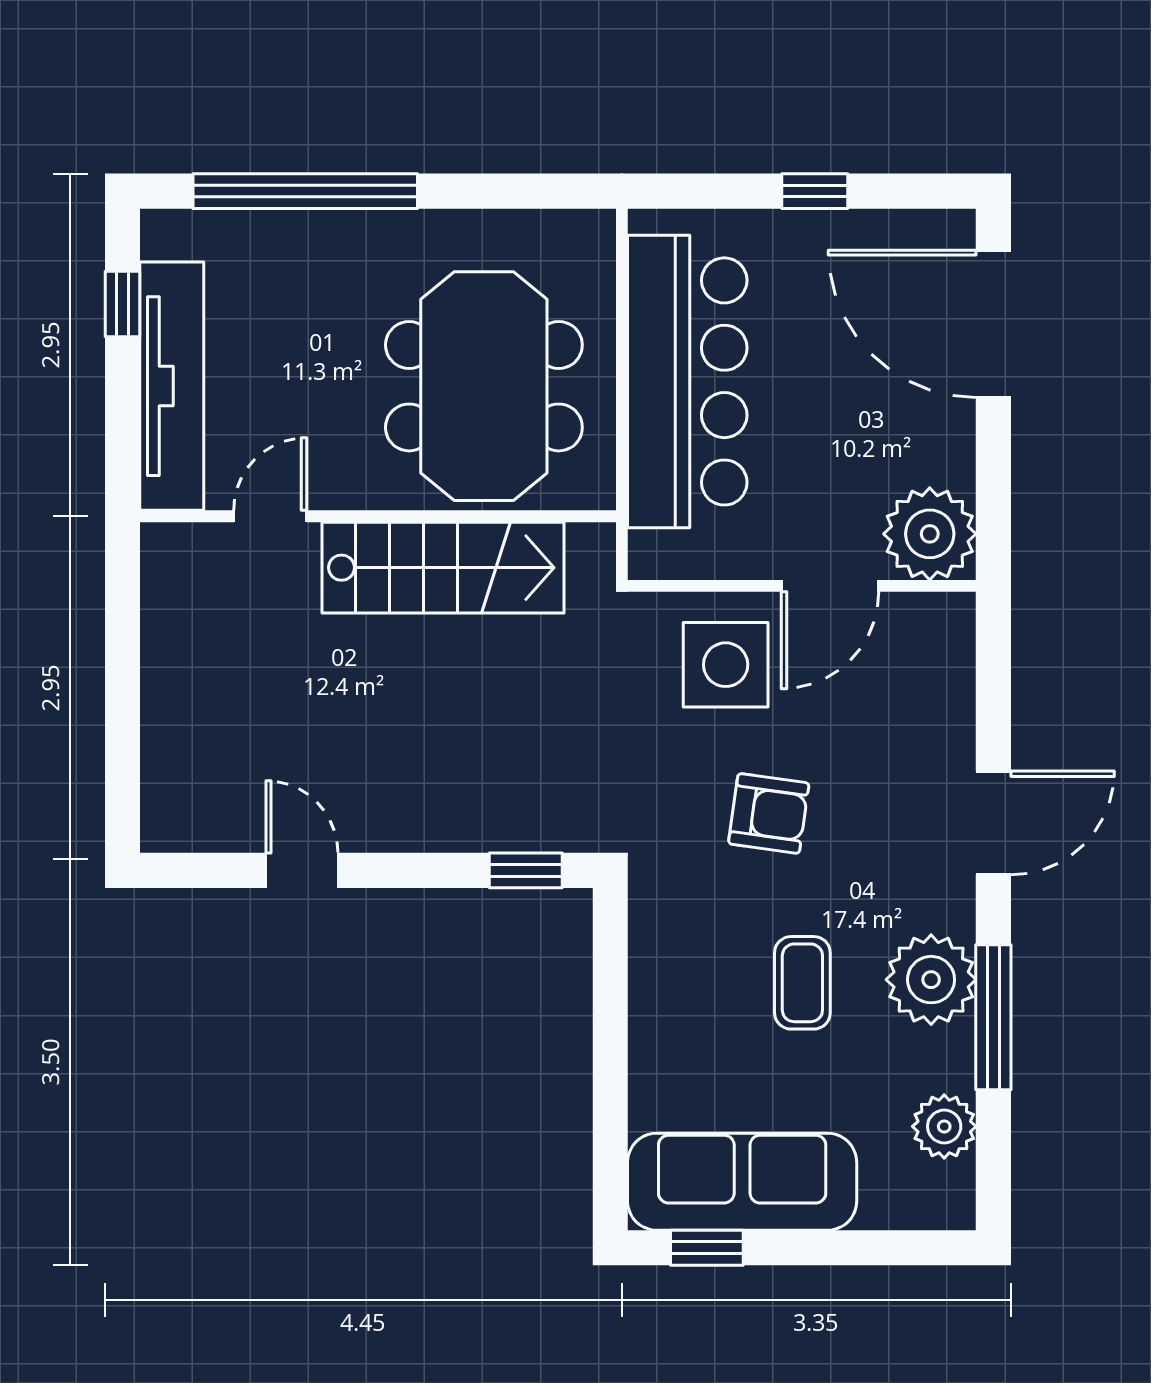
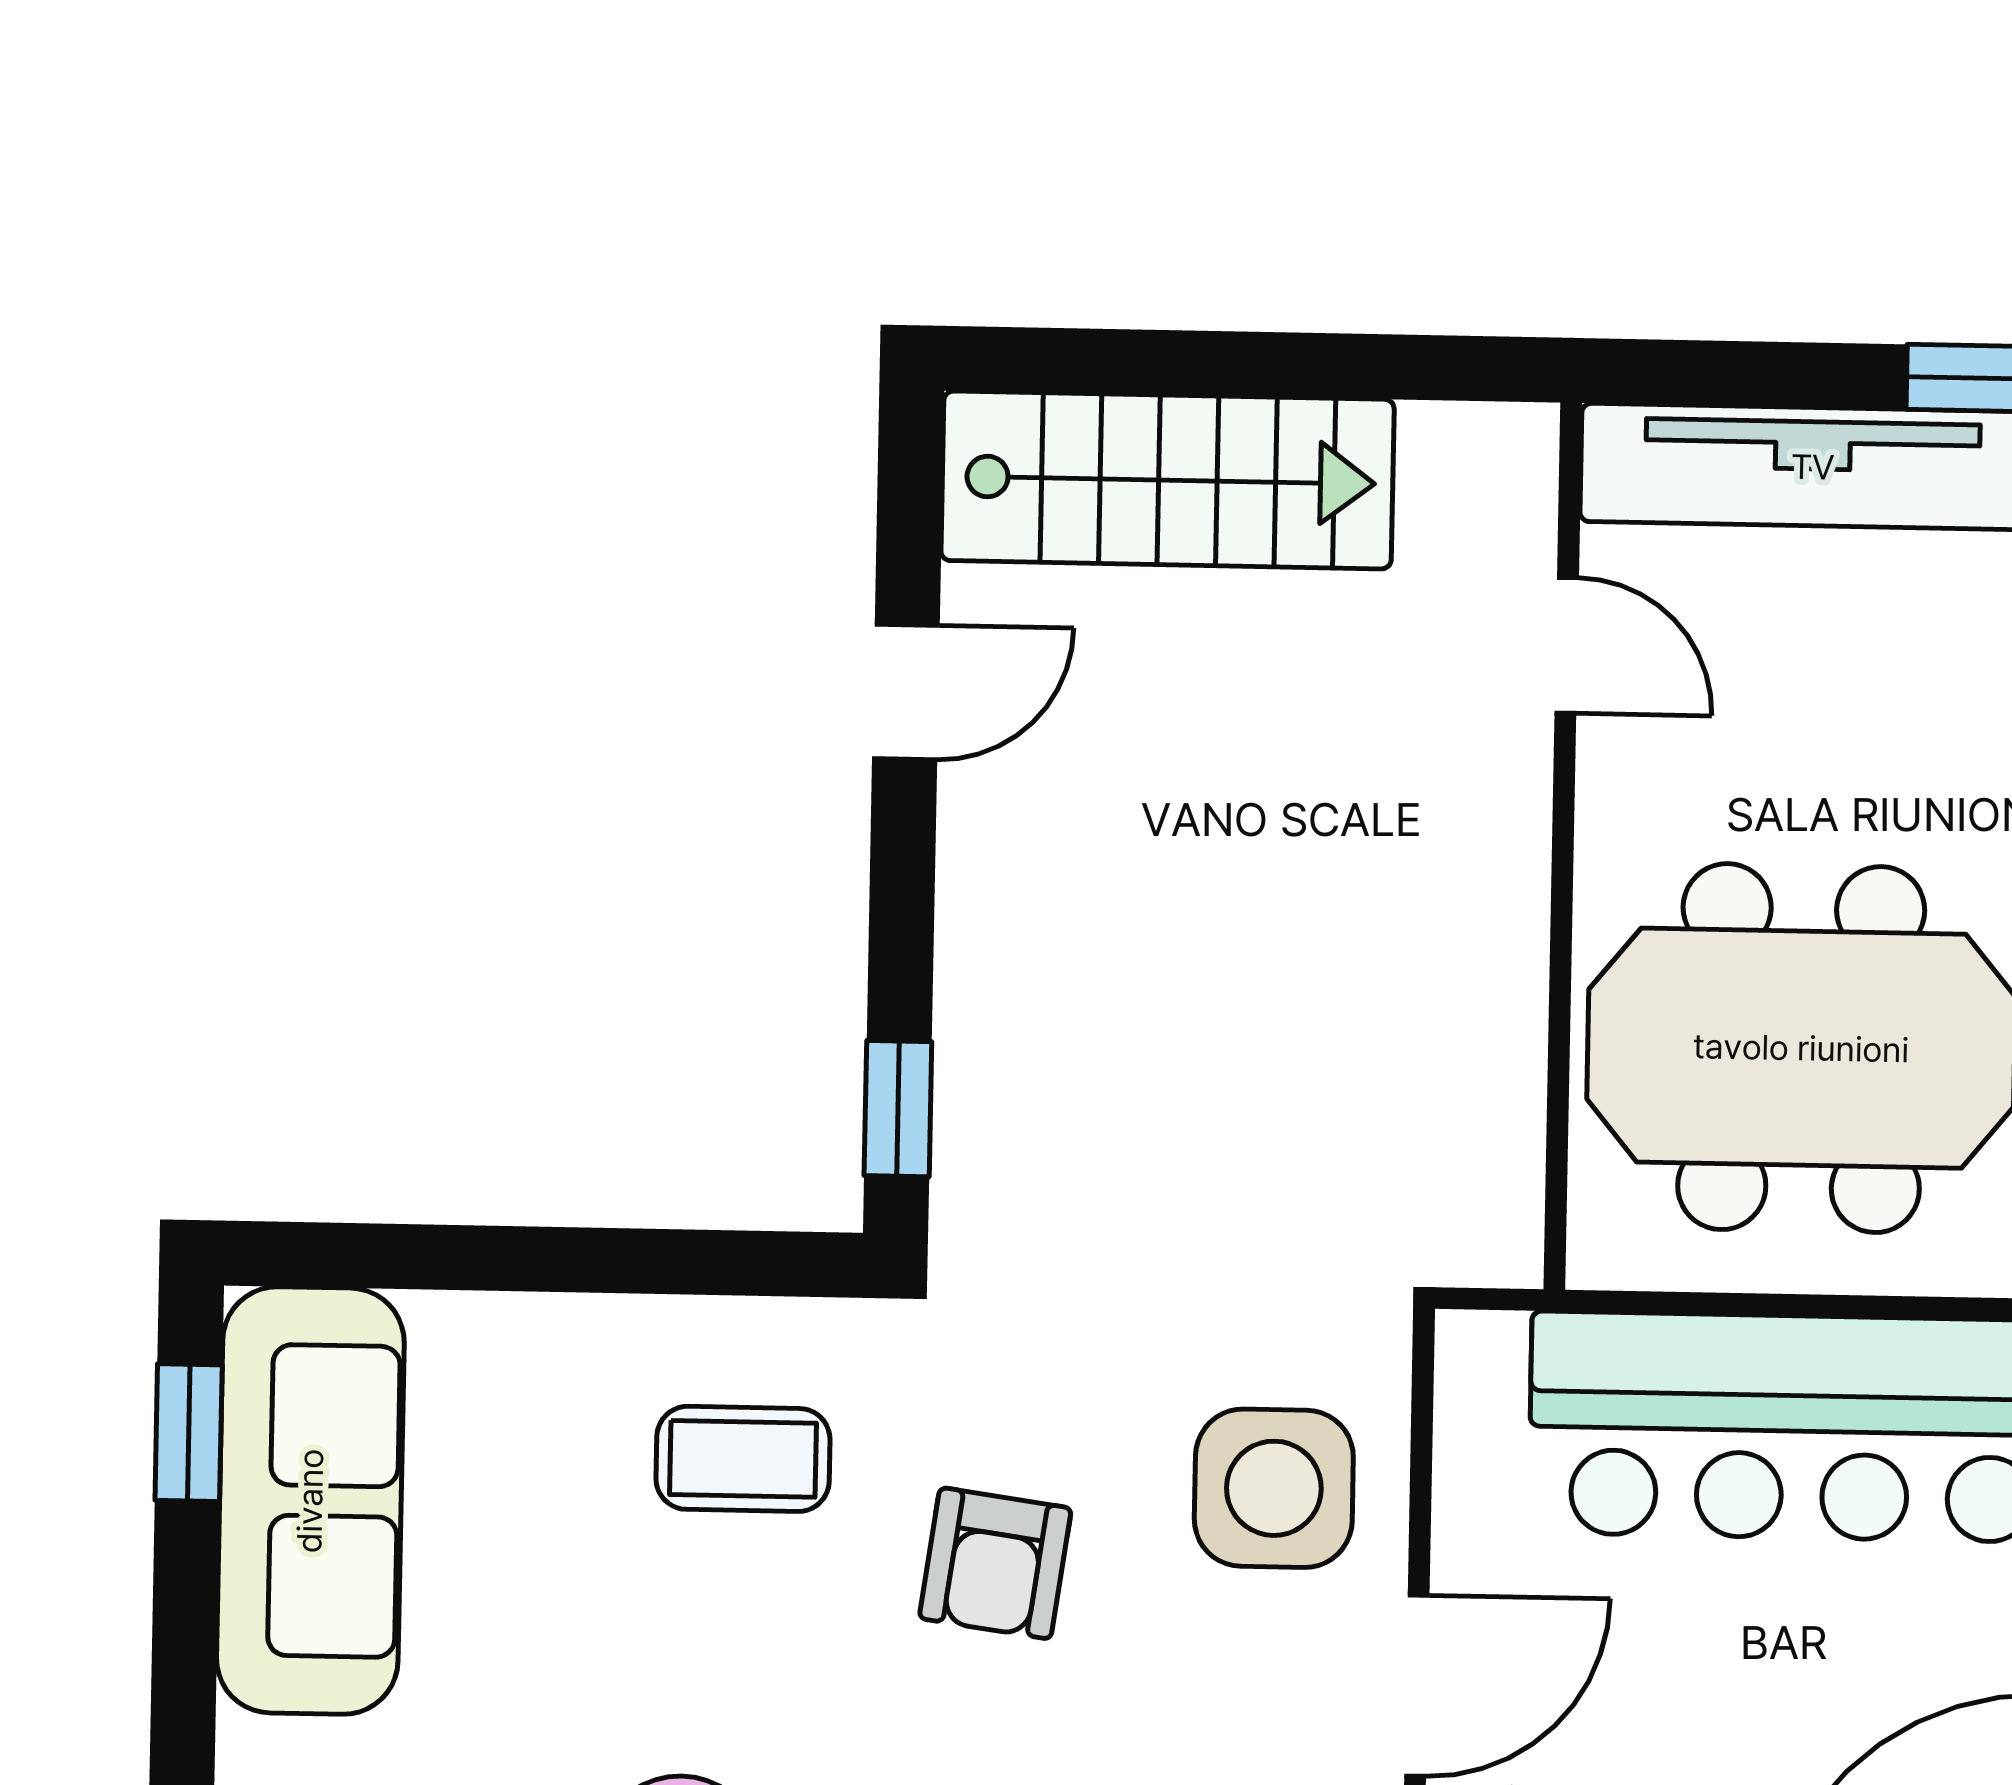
stairs: (443, 568) -> (1168, 480), moved, turned -90
door: (830, 586) -> (1417, 1686), swing flipped
coffee table: (802, 983) -> (743, 1459), moved

